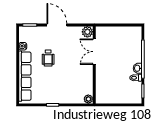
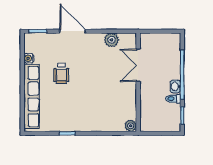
double door: (94, 52) -> (138, 65), moved
wall: (94, 65) -> (138, 82), moved
plant: (88, 99) -> (131, 126), moved

